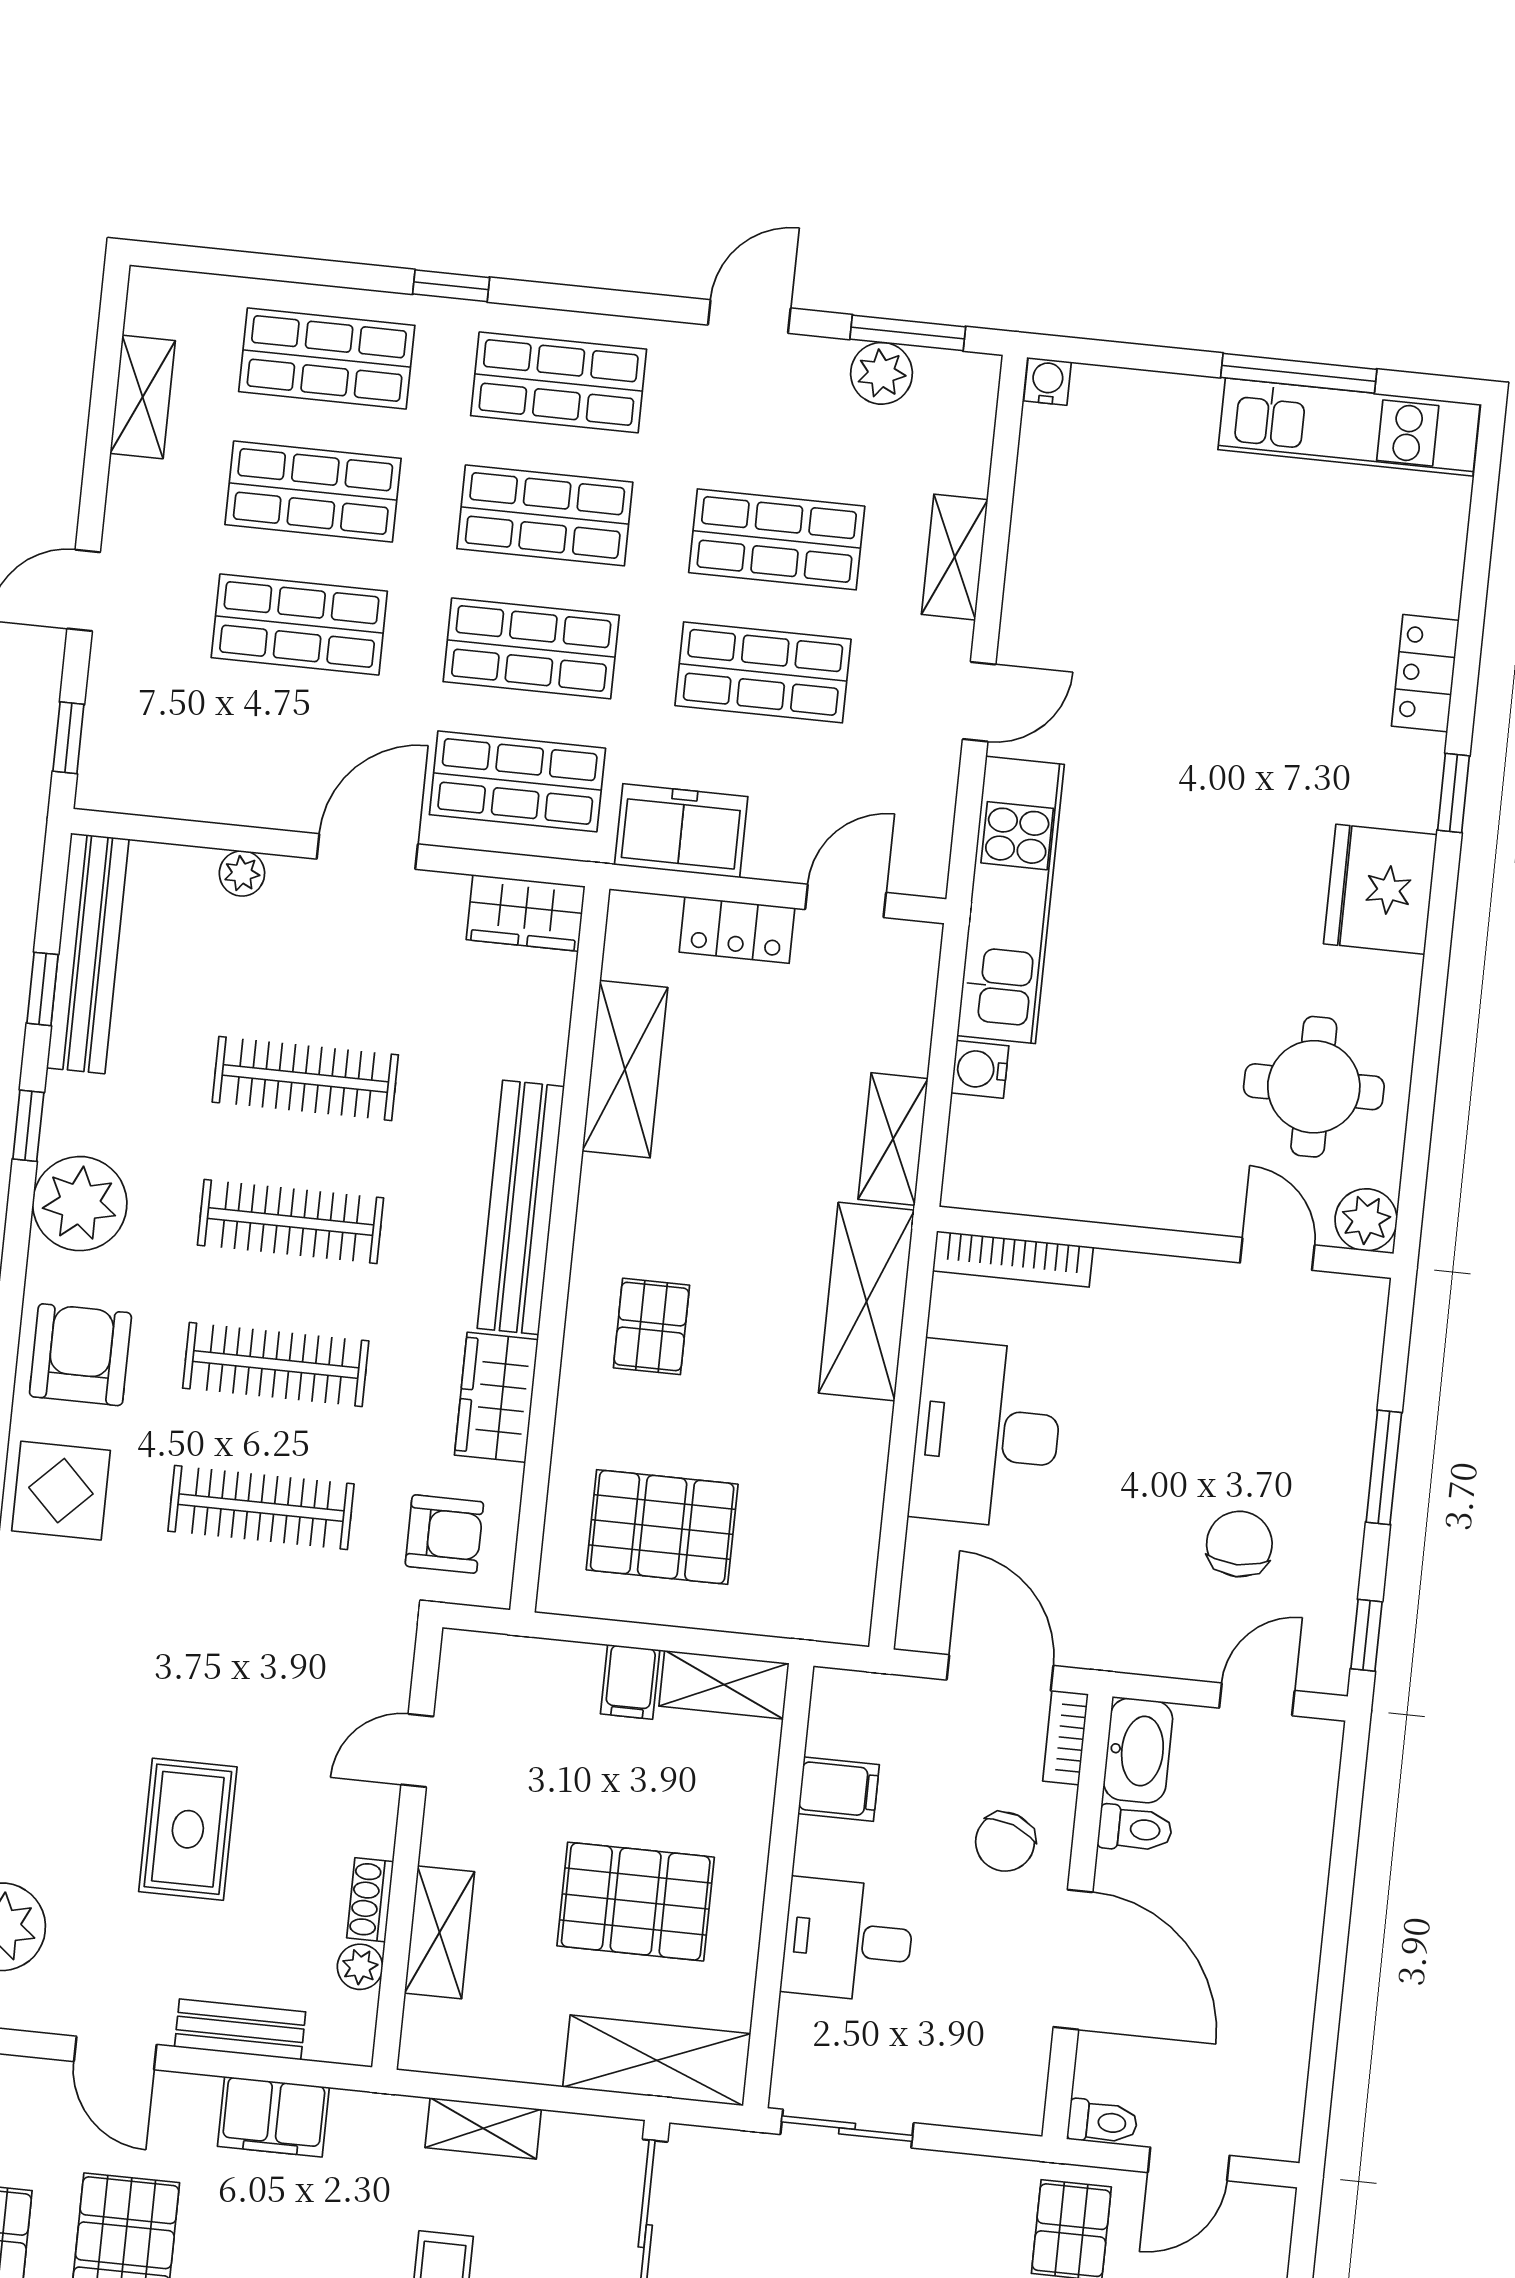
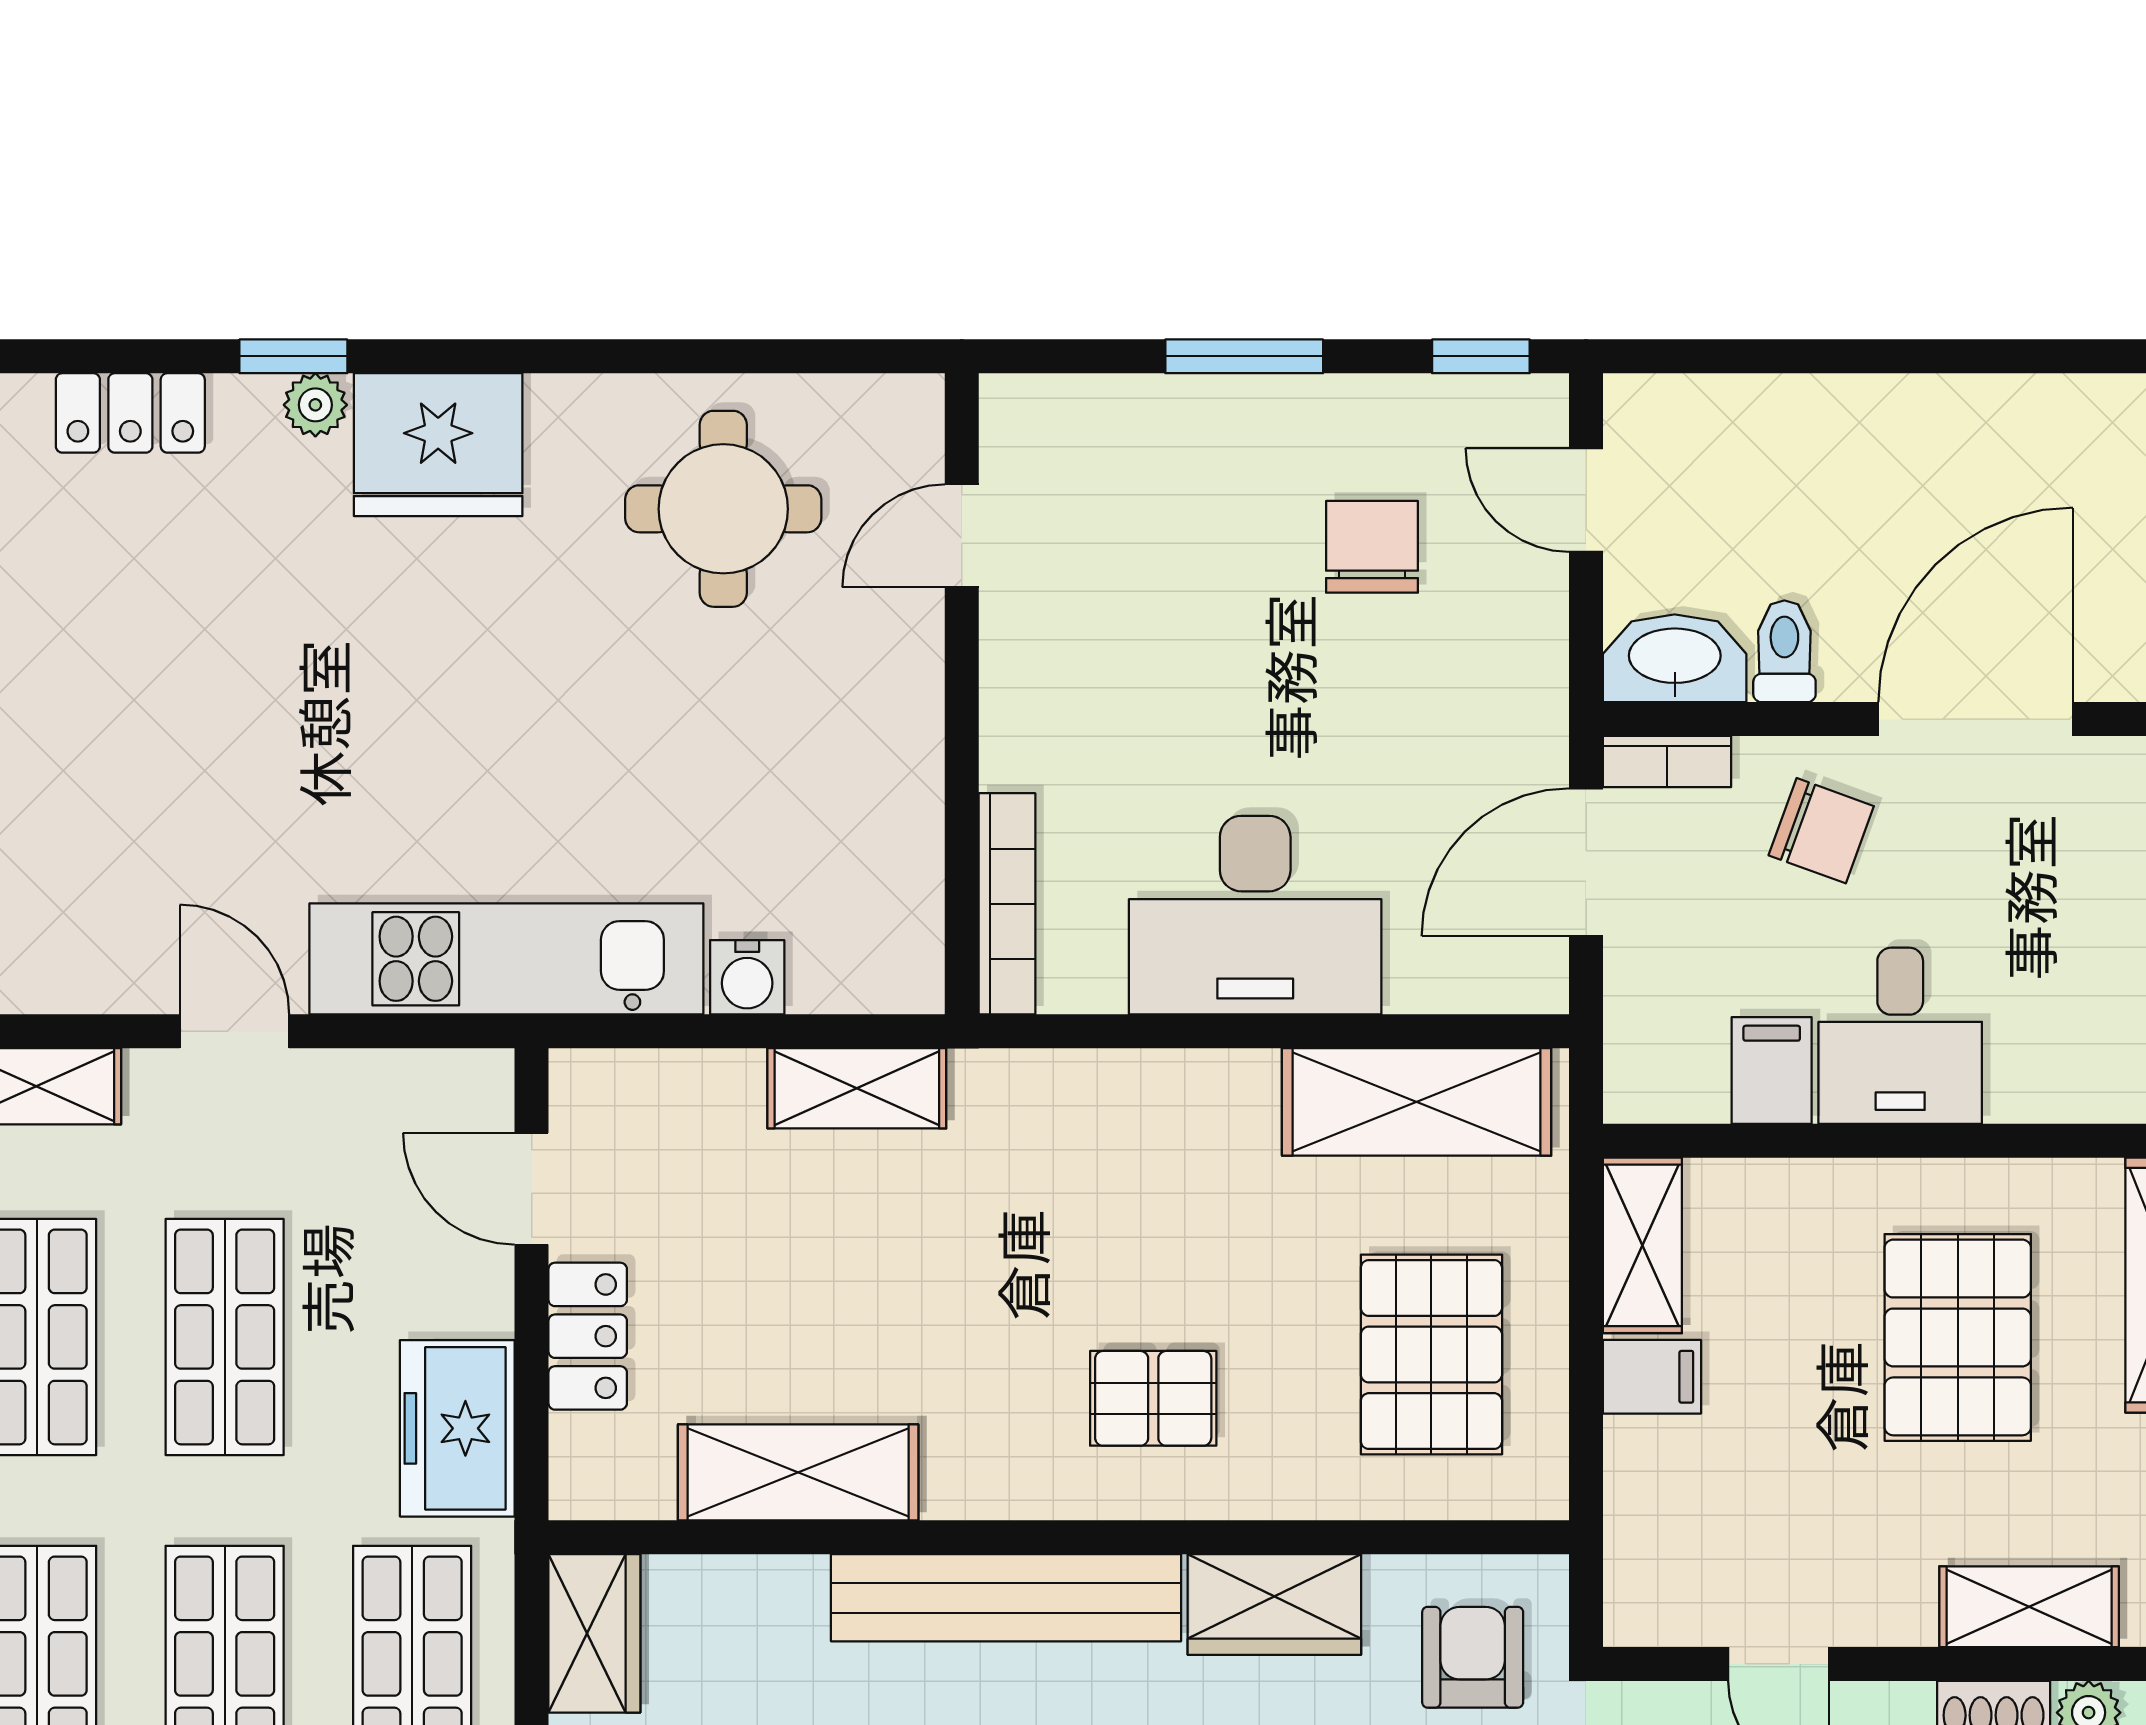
plant: (1366, 1220) -> (315, 405), moved, width x0.73, depth x0.73
shelving: (867, 1302) -> (1417, 1102), moved
chair: (1239, 1544) -> (1372, 547), turned 90
desk: (848, 1940) -> (1900, 1036), moved

